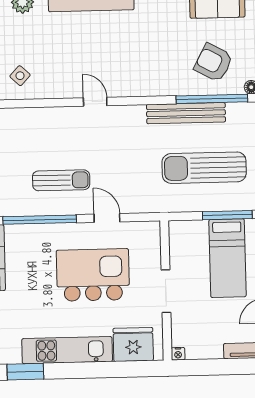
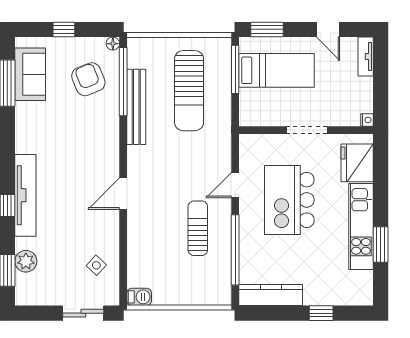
armchair: (213, 63) -> (88, 79), turned 130
door: (95, 102) -> (123, 194), width x1.38
window: (25, 372) -> (381, 244), moved

